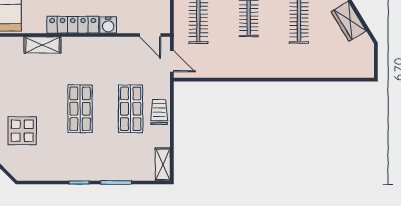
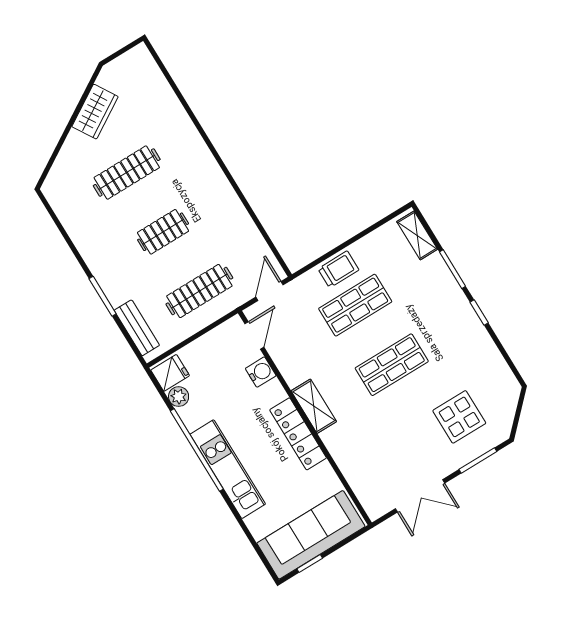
water cooler: (108, 25) -> (261, 372), moved
shelving: (42, 45) -> (314, 406), moved
trolley: (159, 112) -> (338, 269), turned 180
shelving: (163, 164) -> (417, 235), moved, turned 90

